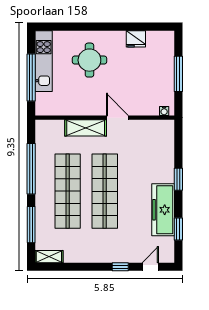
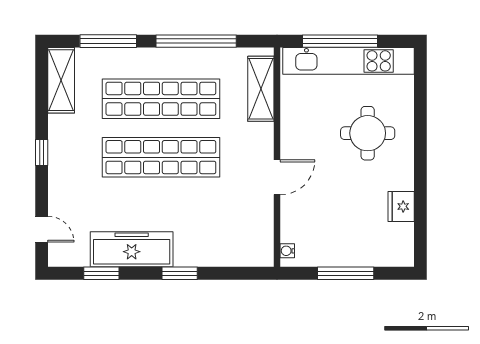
kitchen unit: (44, 61) -> (348, 61), width x1.36
shelving: (86, 128) -> (261, 89), moved
shelving: (49, 257) -> (61, 80), width x1.50, depth x1.33
window: (120, 267) -> (42, 153), moved

